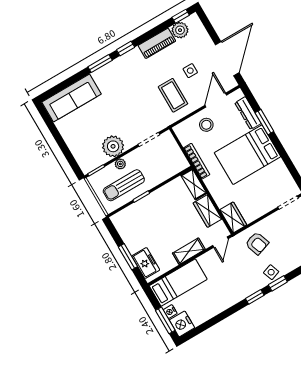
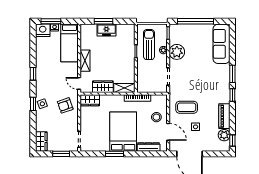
window: (264, 122) -> (115, 154), moved
window: (63, 145) -> (196, 21), added
freezer: (146, 263) -> (106, 30), moved
window: (255, 297) -> (33, 74), moved

